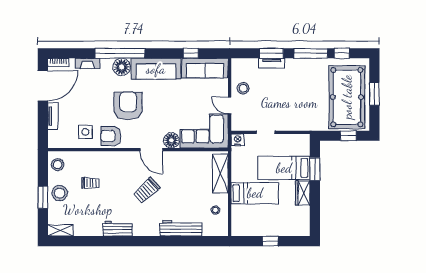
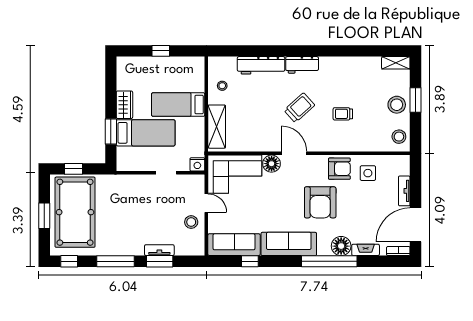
window: (342, 53) -> (69, 261), moved
floor lamp: (122, 67) -> (341, 246), moved
trolley: (91, 183) -> (343, 114), moved
workbench: (118, 229) -> (302, 65), moved

